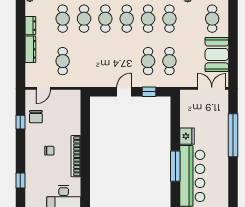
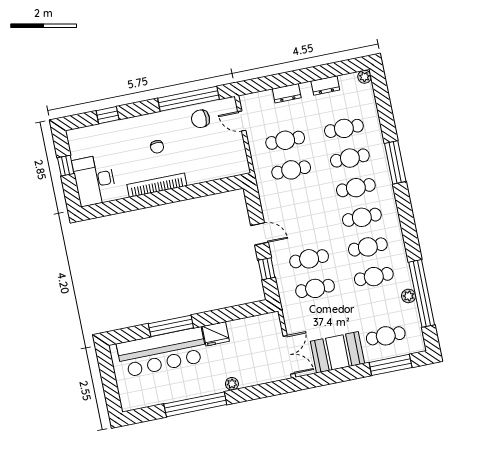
window: (233, 19) -> (391, 365), added
dresser: (30, 49) -> (287, 93), width x0.70
cafe table: (84, 61) -> (291, 170), added
window: (20, 122) -> (189, 99), width x3.17
plant: (224, 132) -> (232, 384), added
window: (233, 135) -> (195, 404), moved

